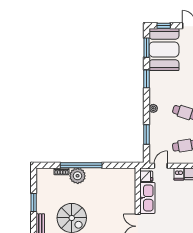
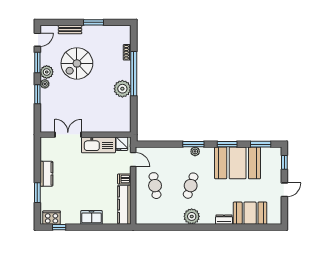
booth: (164, 49) -> (238, 163), moved
window: (146, 134) -> (193, 144), moved
plant: (78, 176) -> (122, 89), moved

